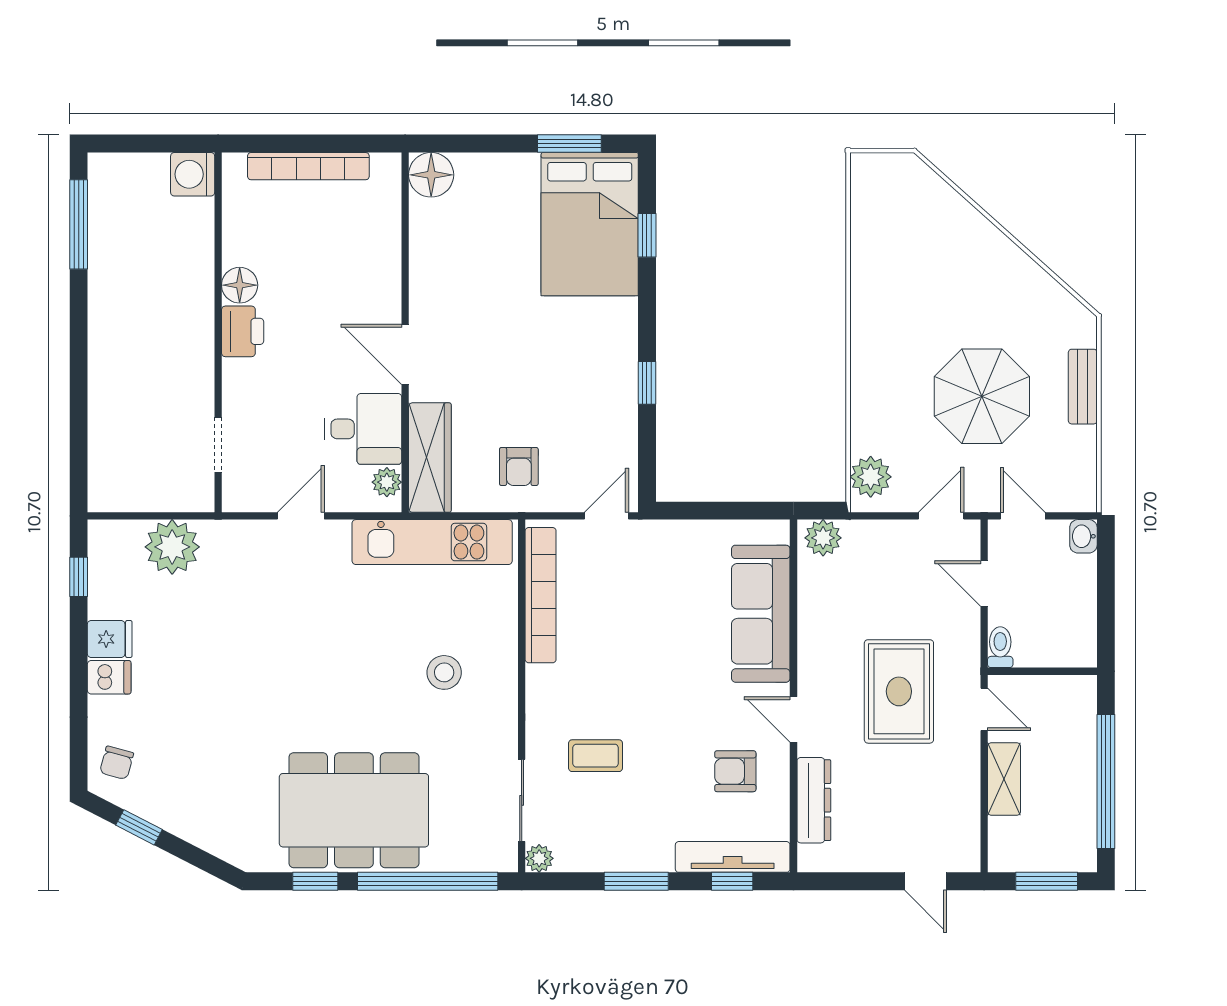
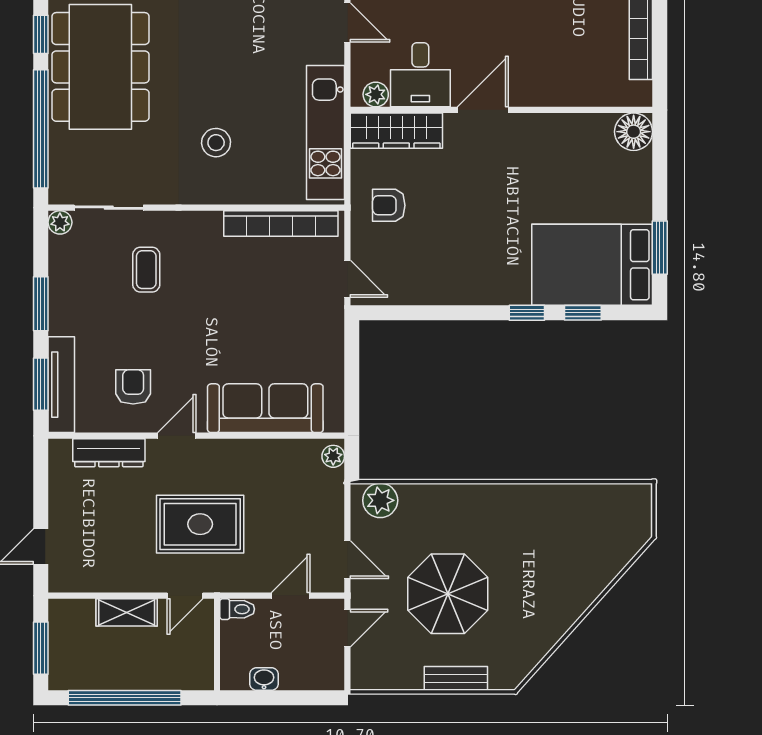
window: (647, 383) -> (527, 313), moved
washbasin: (1083, 536) -> (264, 679), moved
plant: (823, 538) -> (333, 456), width x0.73, depth x0.73
window: (732, 881) -> (41, 384), width x1.50

